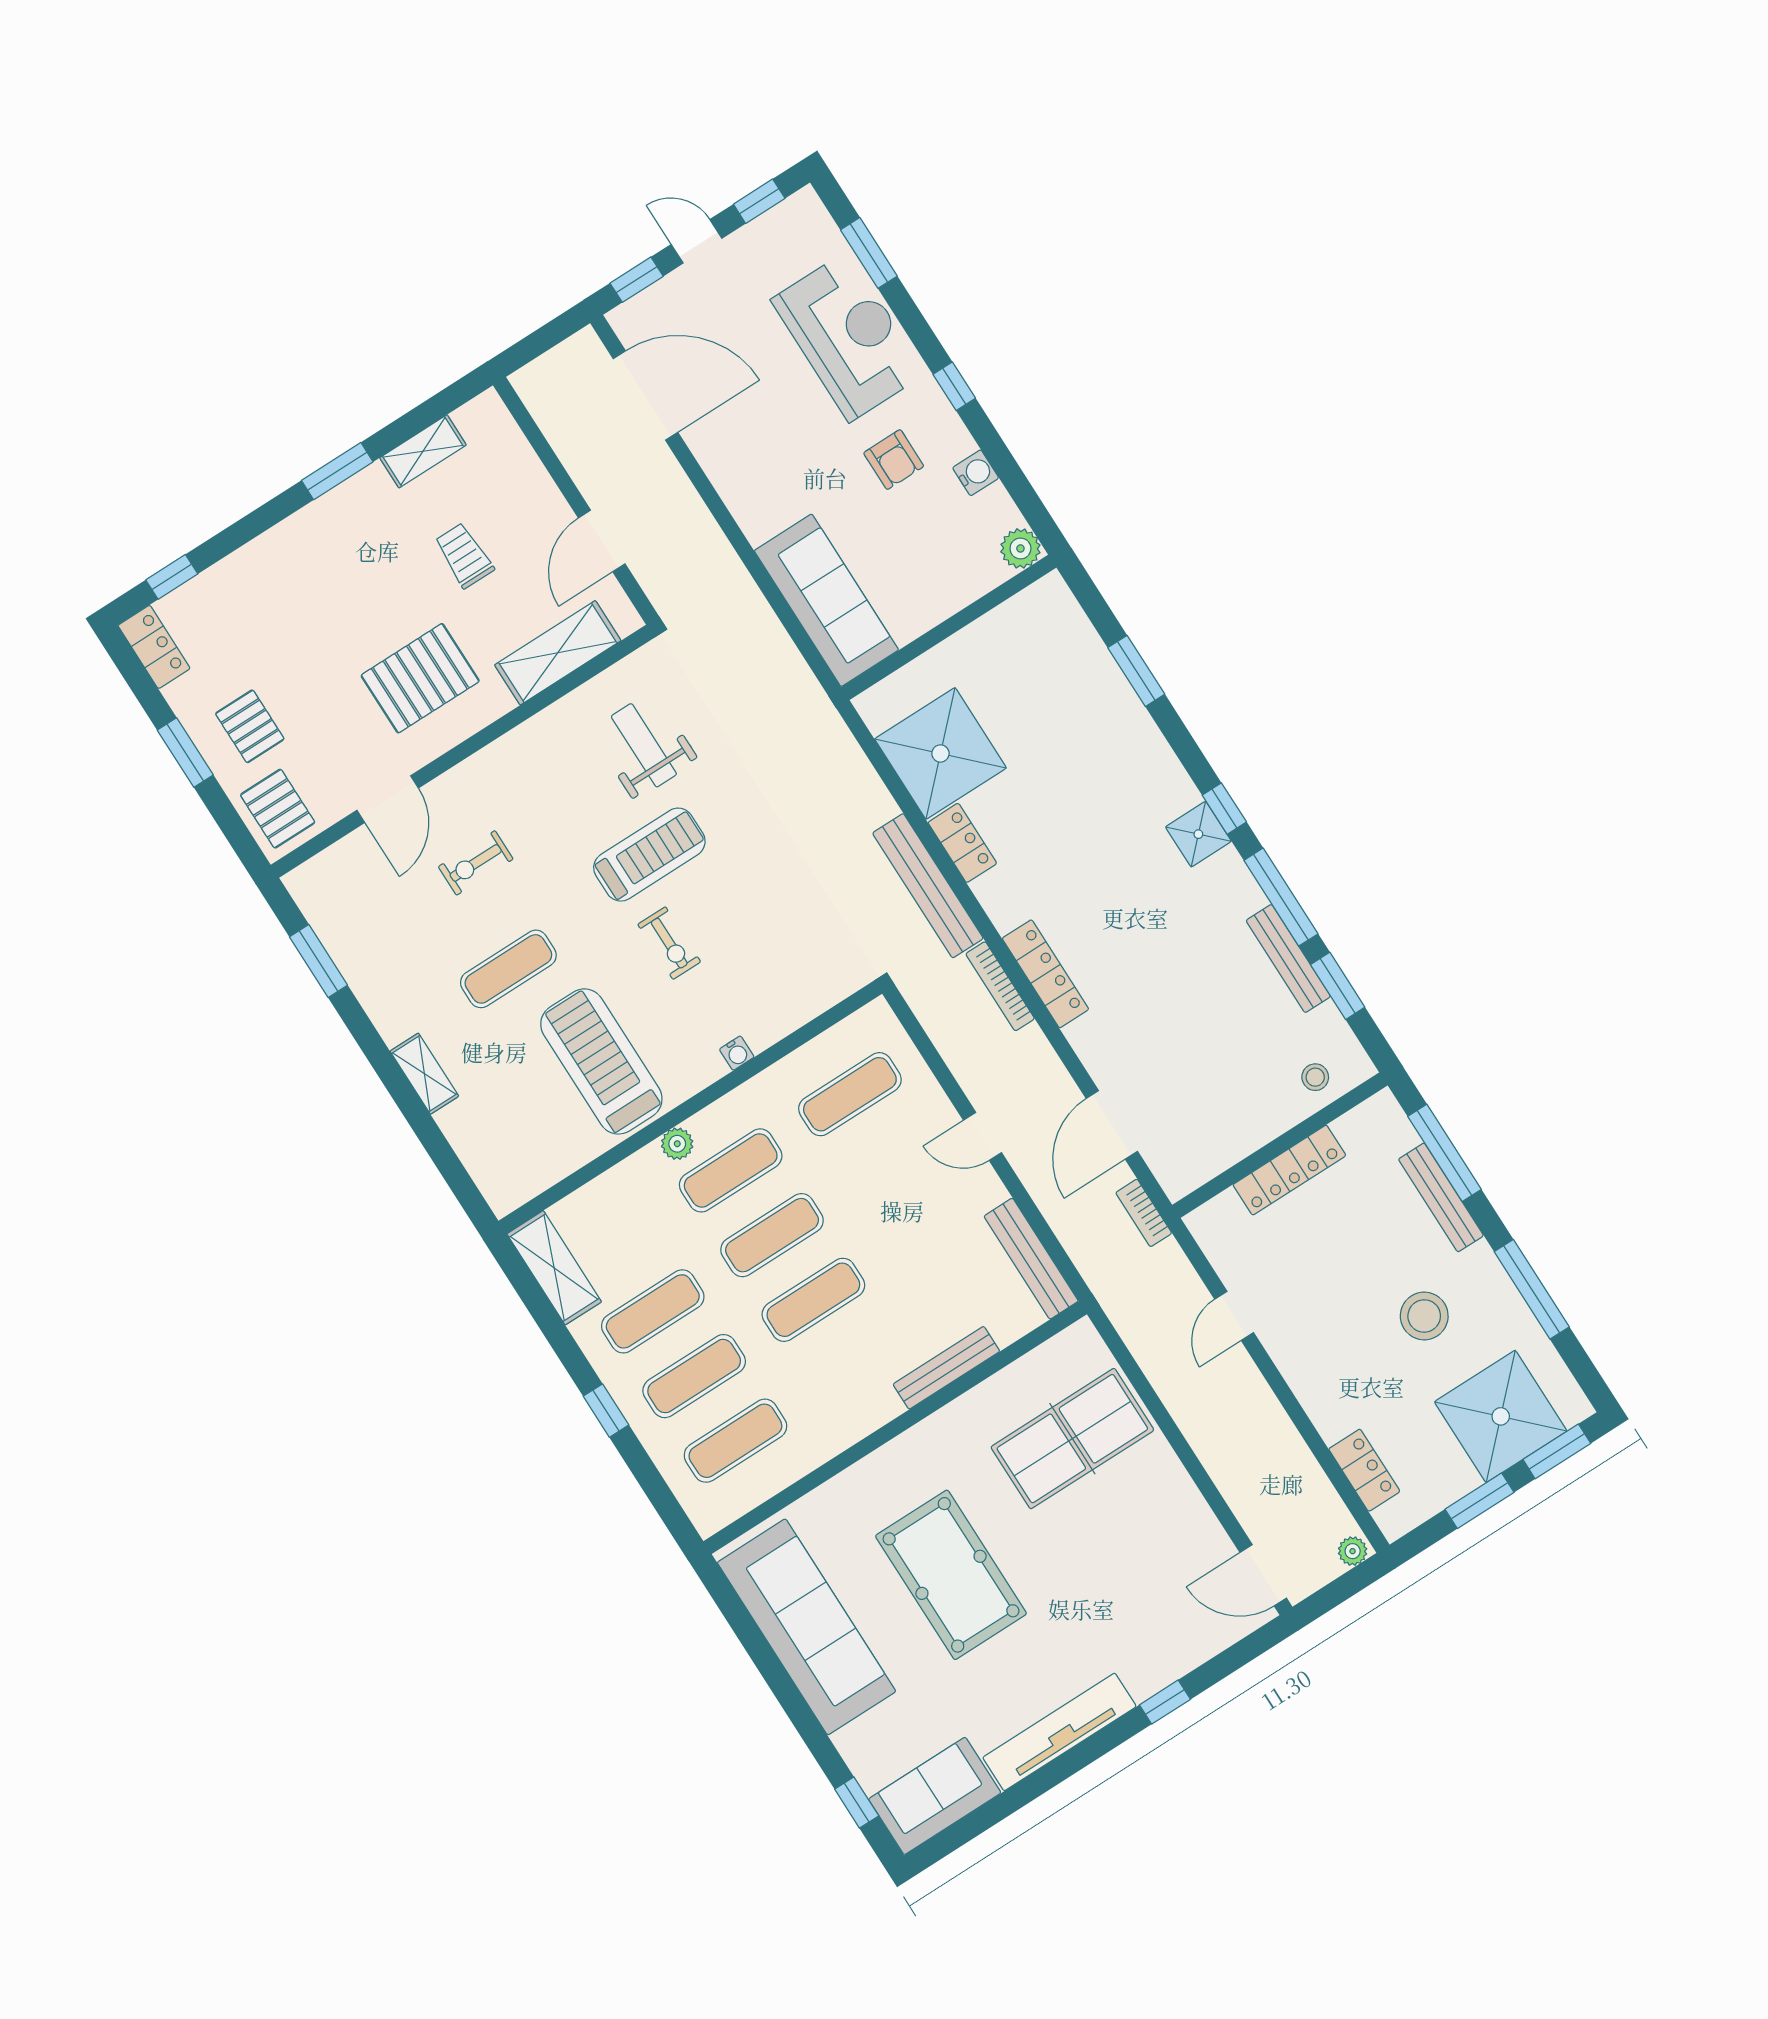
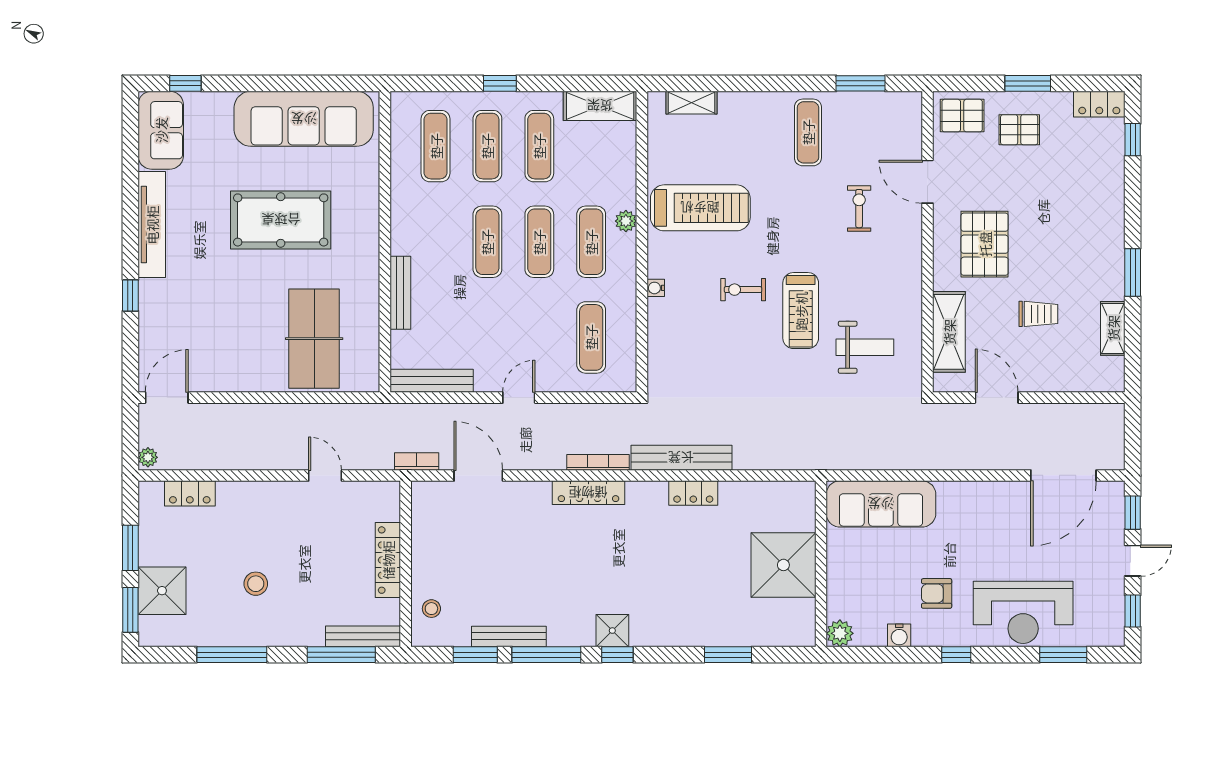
shower: (940, 753) -> (783, 565), moved
exercise mat: (508, 969) -> (808, 132), moved
shelving: (424, 1074) -> (691, 103), moved
bench: (1441, 1197) -> (363, 636), moved
stool: (1424, 1316) -> (256, 584), width x0.73, depth x0.73
shower: (1501, 1416) -> (162, 591), width x0.73, depth x0.73

